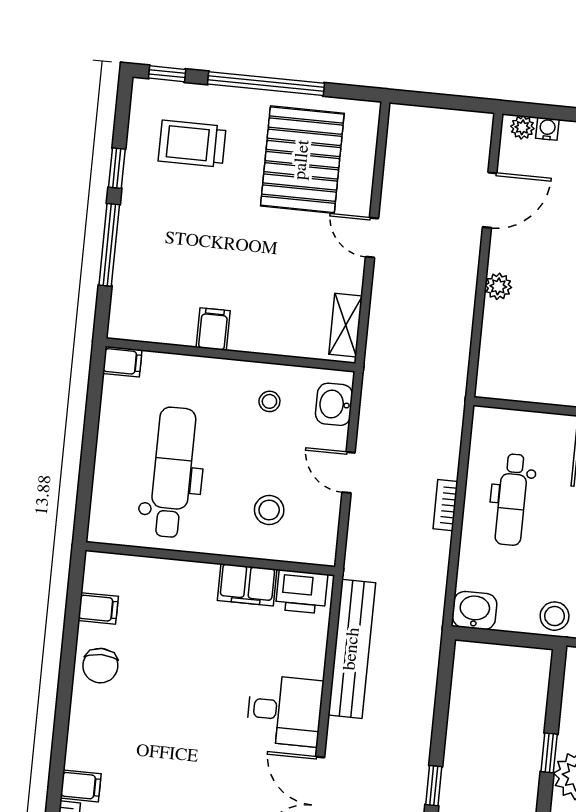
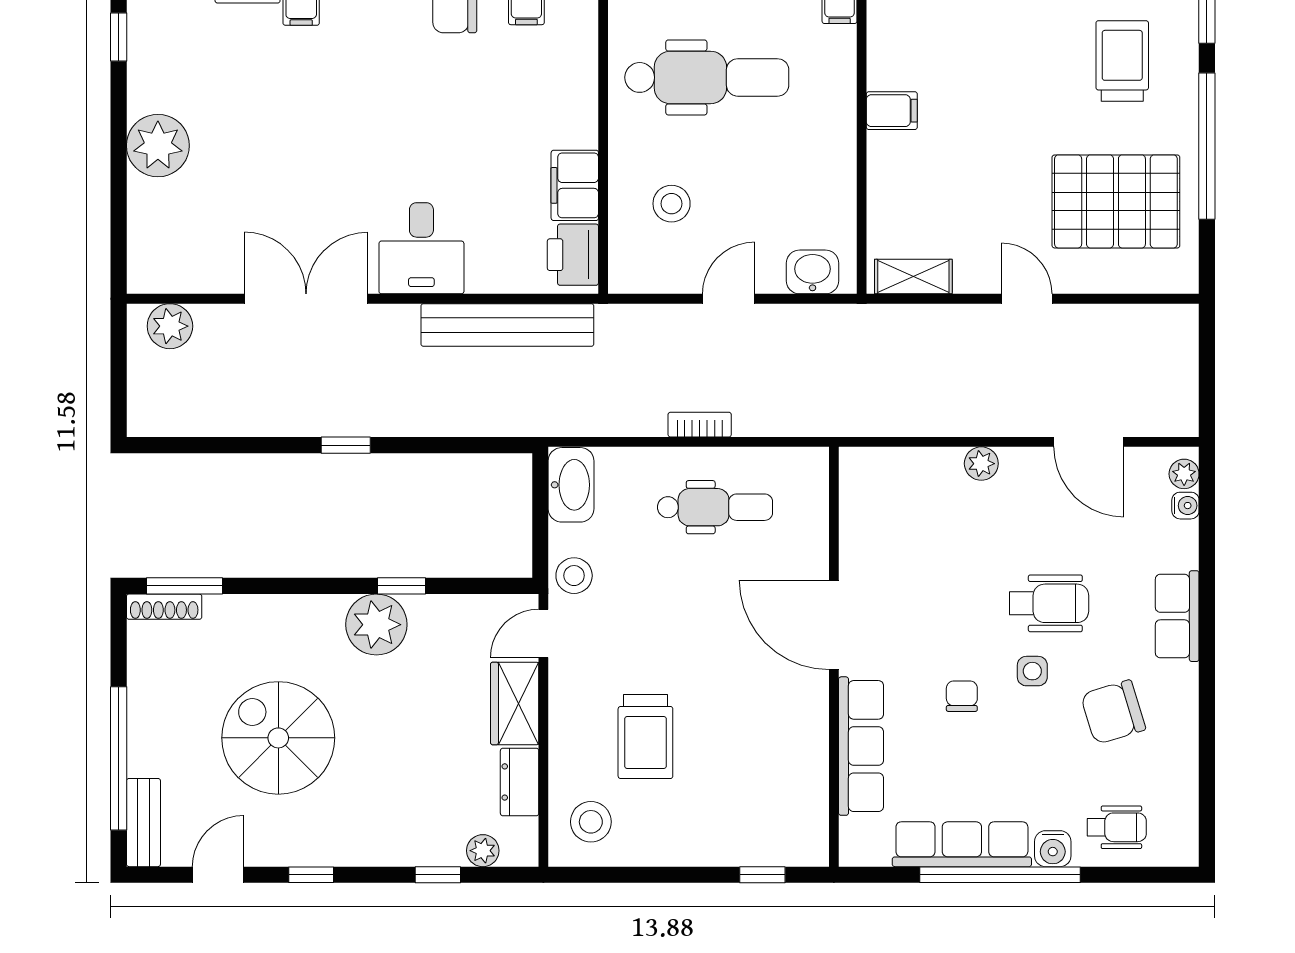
door: (372, 238) -> (1027, 299), hinge flipped
stool: (269, 401) -> (808, 190), removed
dental chair: (512, 500) -> (715, 507), turned 180
washbasin: (475, 610) -> (571, 485), width x1.38

